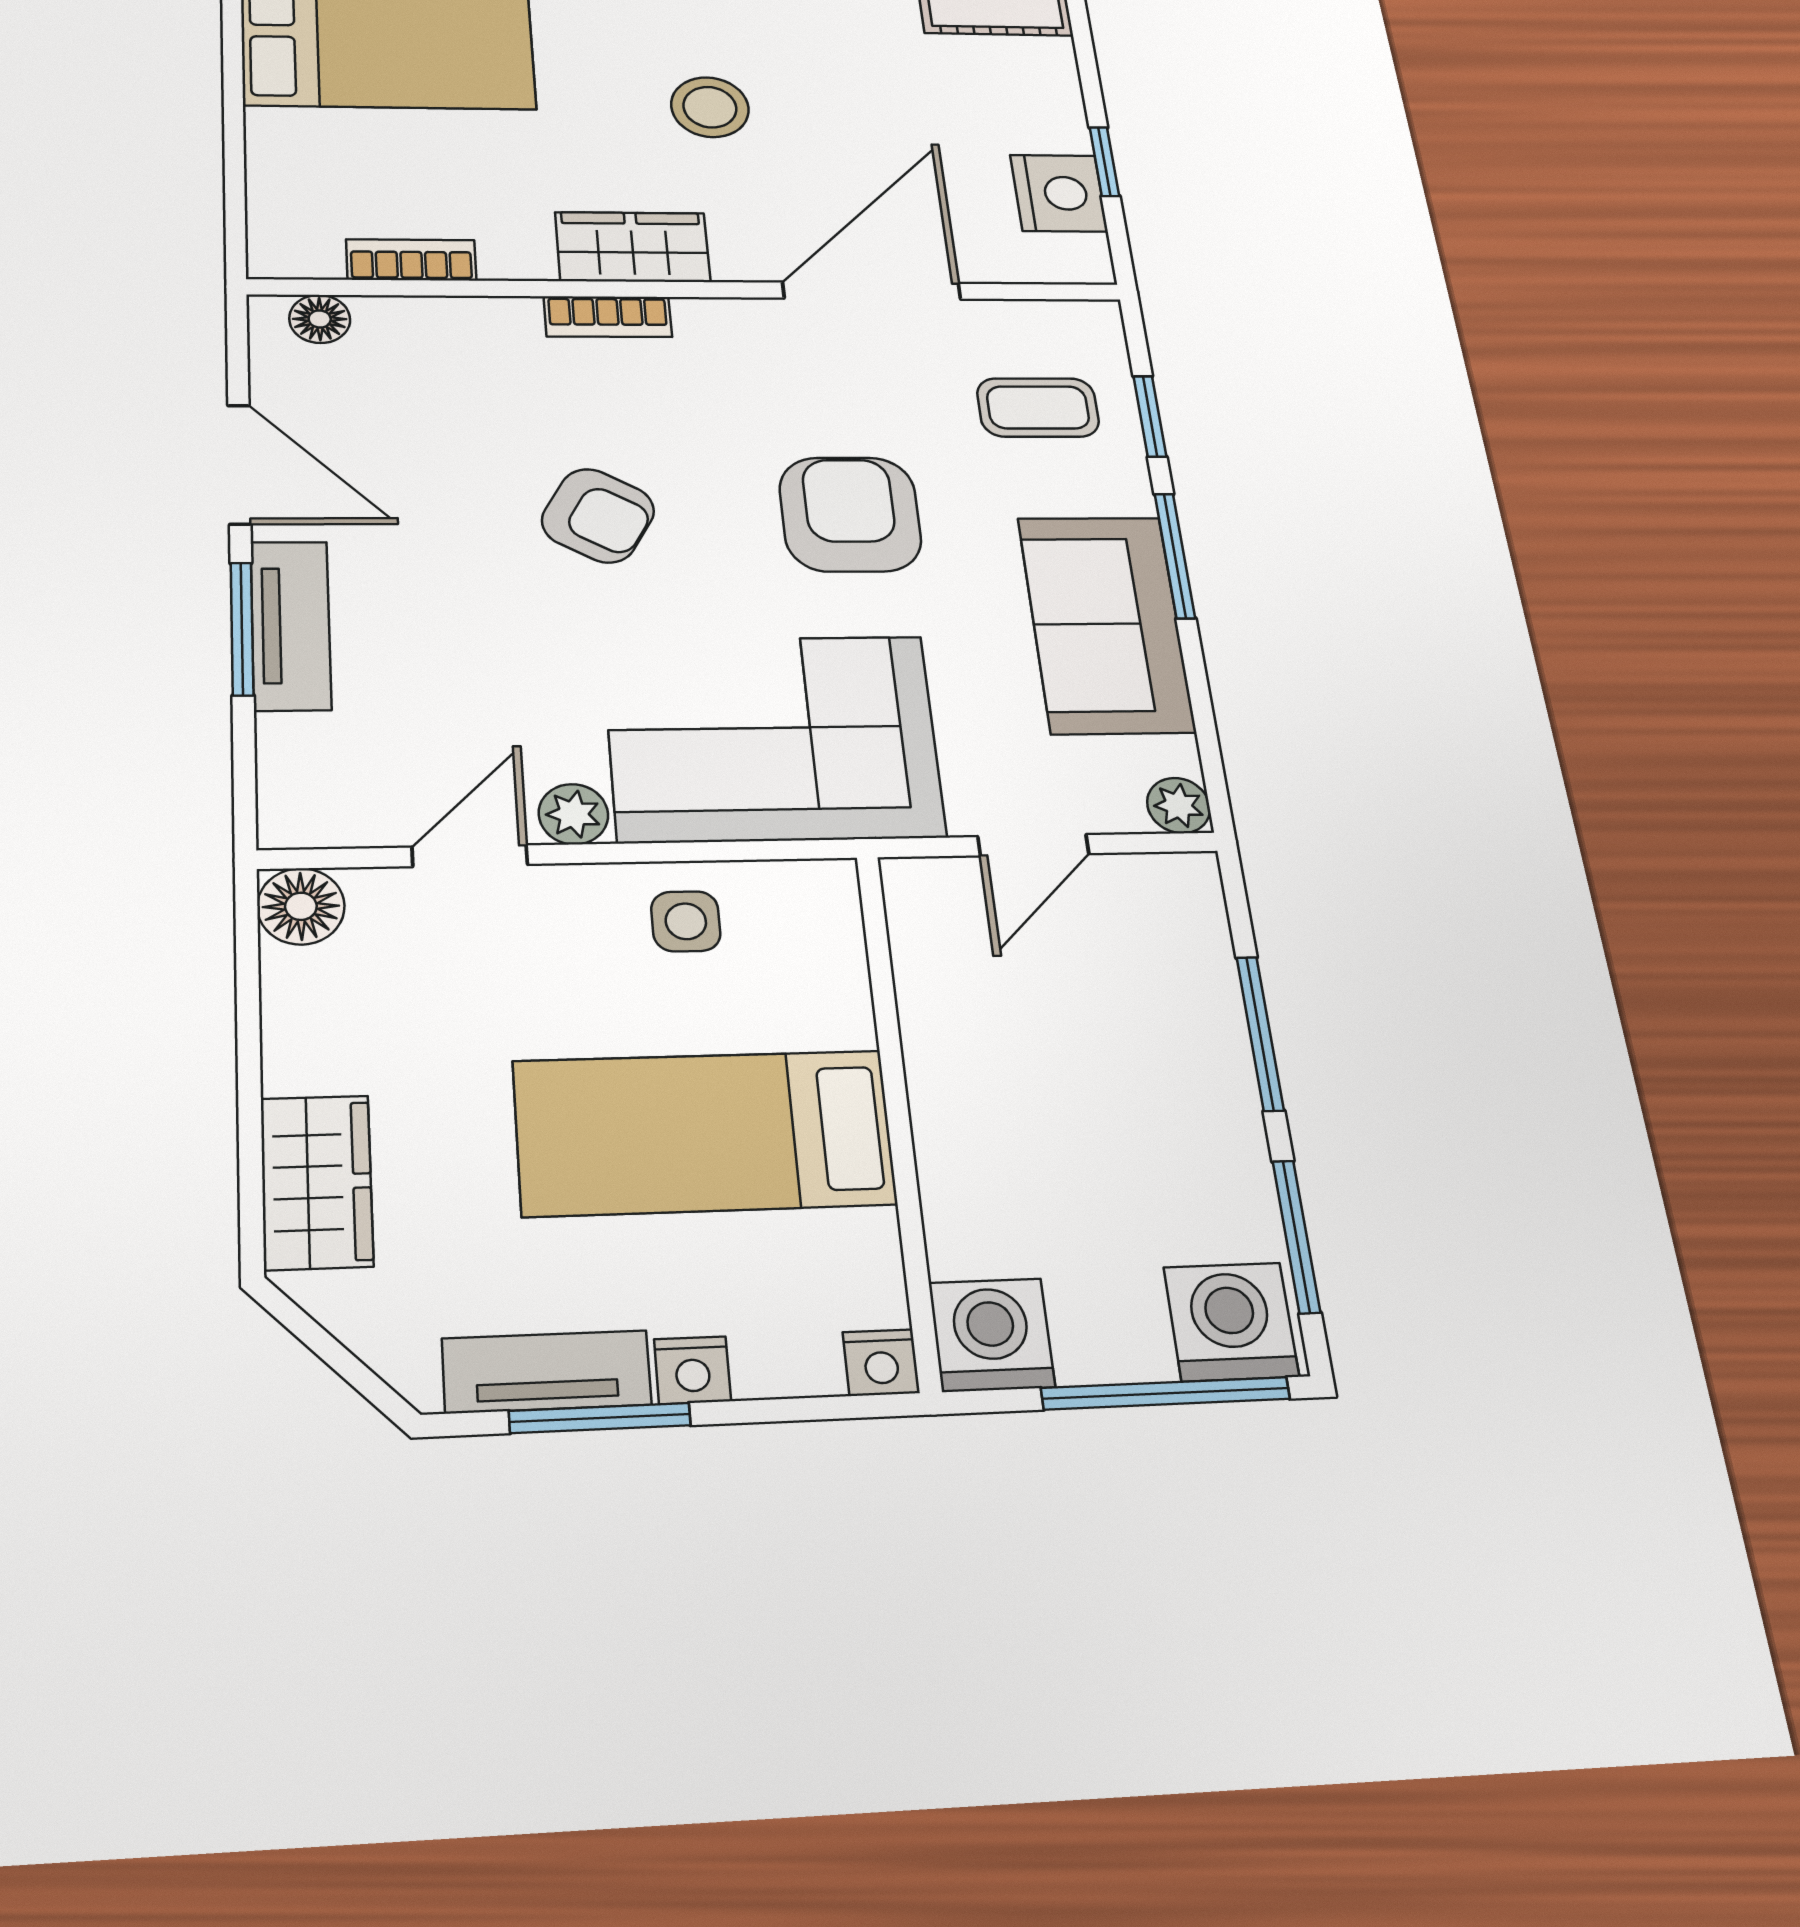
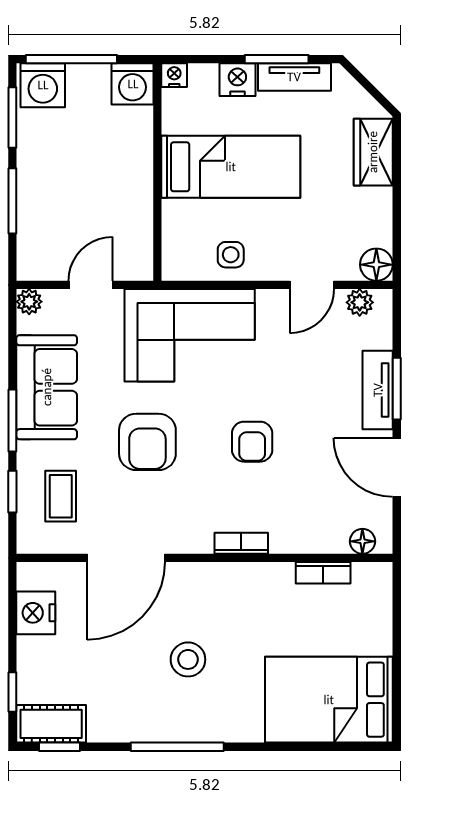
window: (1104, 162) -> (12, 692), moved
wardrobe: (633, 247) -> (228, 581), removed
coffee table: (1038, 407) -> (61, 496), turned 90
armchair: (598, 516) -> (252, 442), turned -120
plant: (573, 814) -> (360, 302), moved
nightstand: (692, 1370) -> (237, 80), width x1.39, depth x1.35

